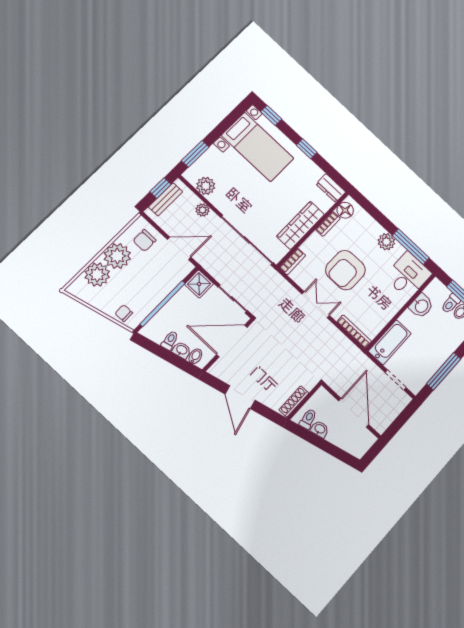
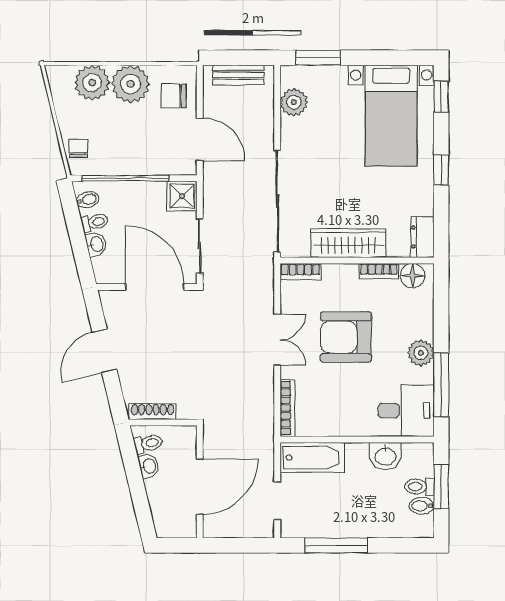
window: (160, 188) -> (245, 58), removed
plant: (203, 210) -> (264, 124), removed
bidet: (195, 356) -> (88, 200), moved

